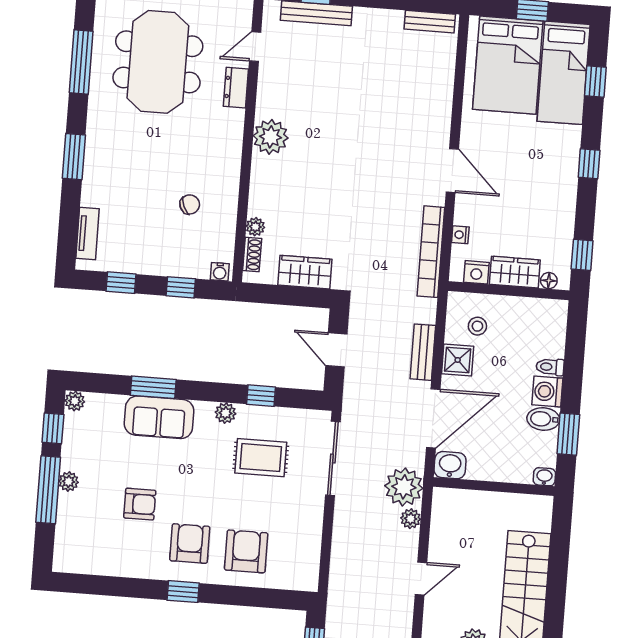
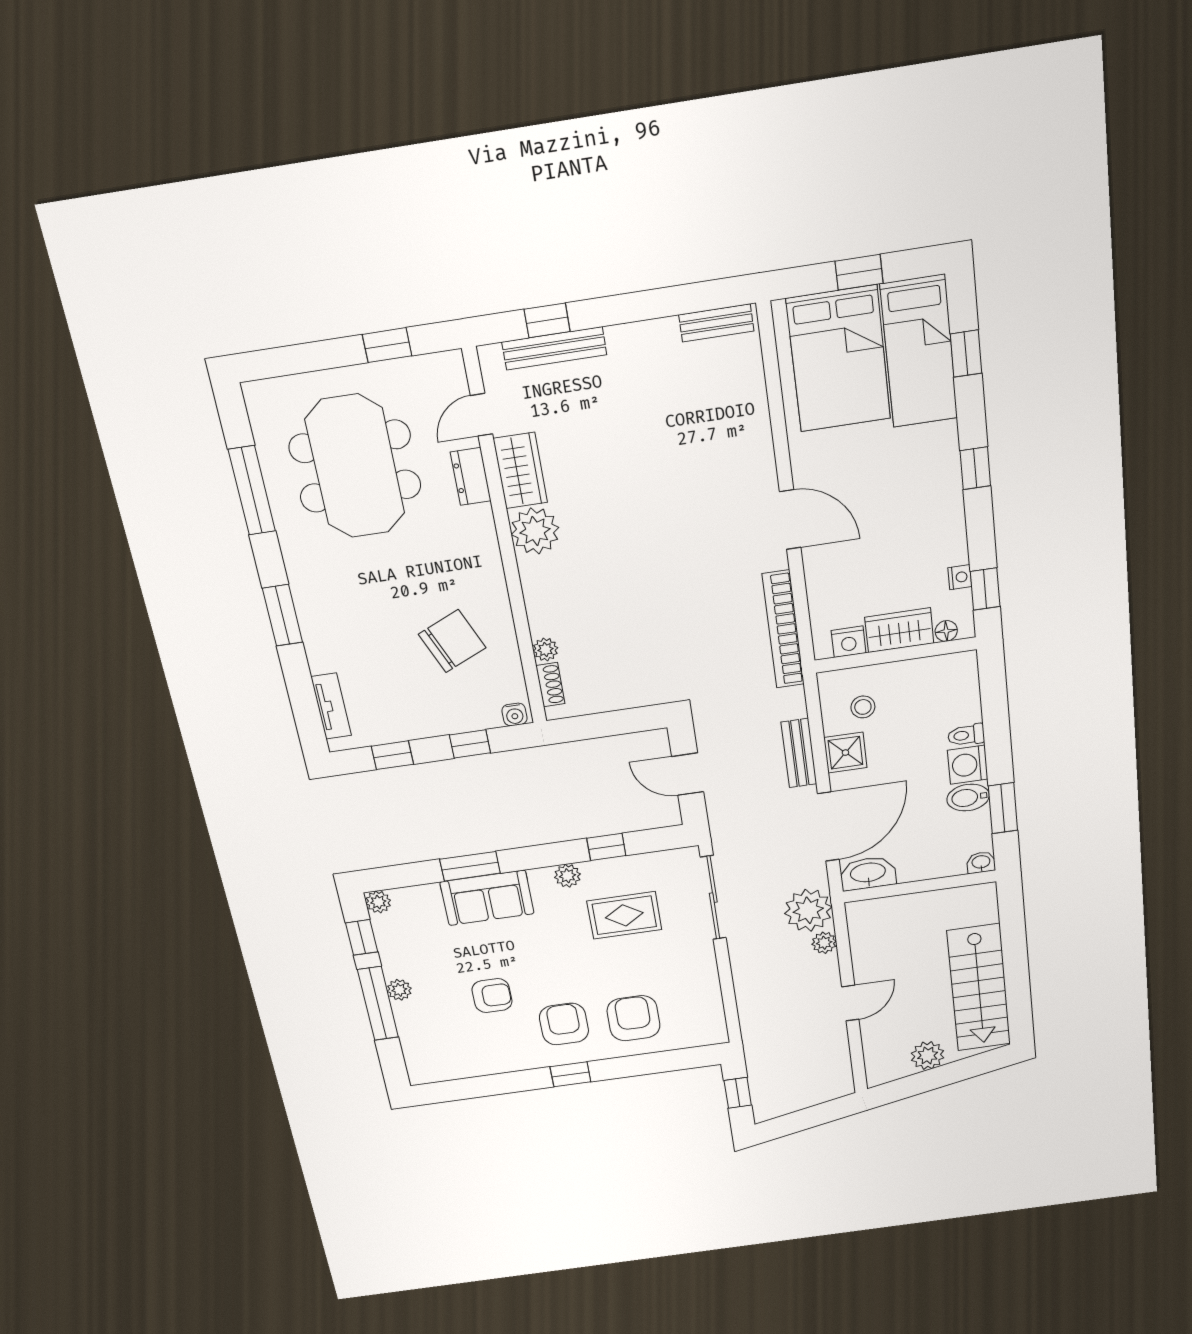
chair: (190, 204) -> (452, 641), width x1.87, depth x1.87
nightstand: (460, 235) -> (960, 577), moved, turned 180
wardrobe: (305, 272) -> (520, 471), moved, turned 90
washbasin: (450, 465) -> (868, 873), width x1.38

